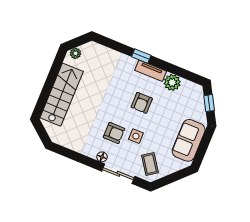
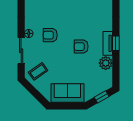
window: (141, 56) -> (116, 43), moved
armchair: (114, 133) -> (50, 35), turned 90
side table: (136, 136) -> (55, 52), removed

